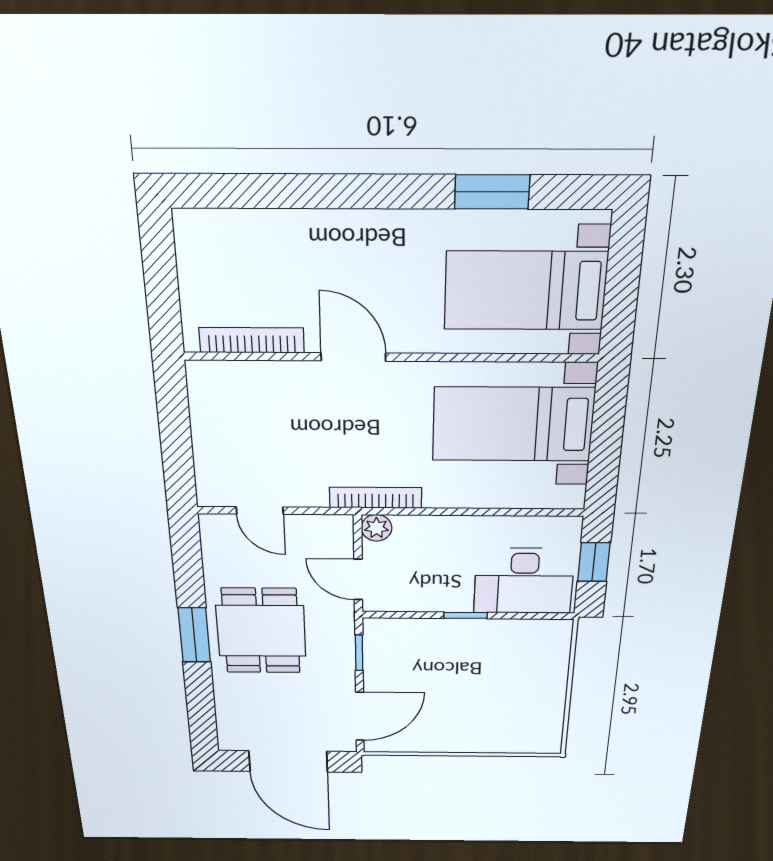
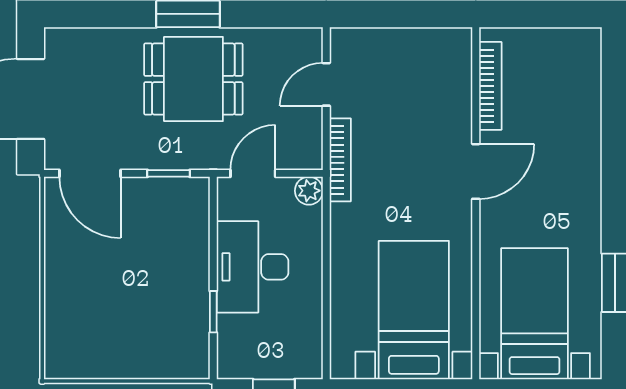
bookcase: (376, 498) -> (340, 160), moved
desk: (524, 581) -> (253, 267), moved
window: (466, 615) -> (213, 312), moved

